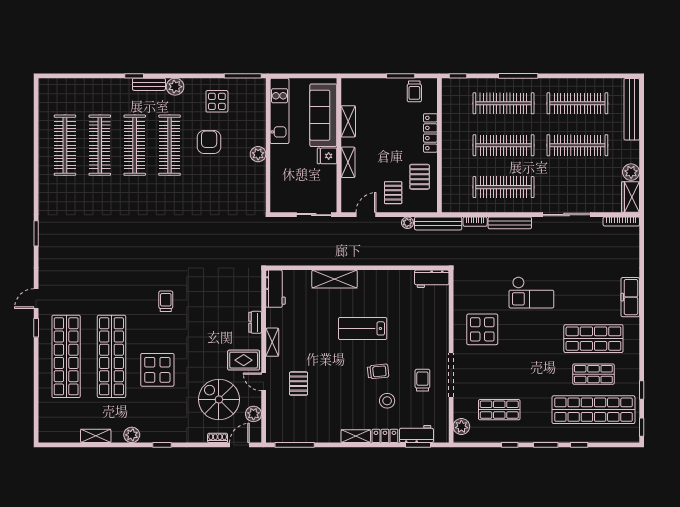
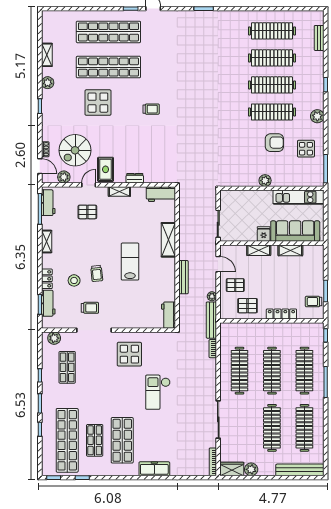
bench: (149, 84) -> (319, 38), moved
bench: (510, 223) -> (183, 277), moved
spiral stairs: (219, 399) -> (75, 150), turned 180
workbench: (287, 434) -> (48, 203), added
shelving: (356, 436) -> (47, 242), moved

